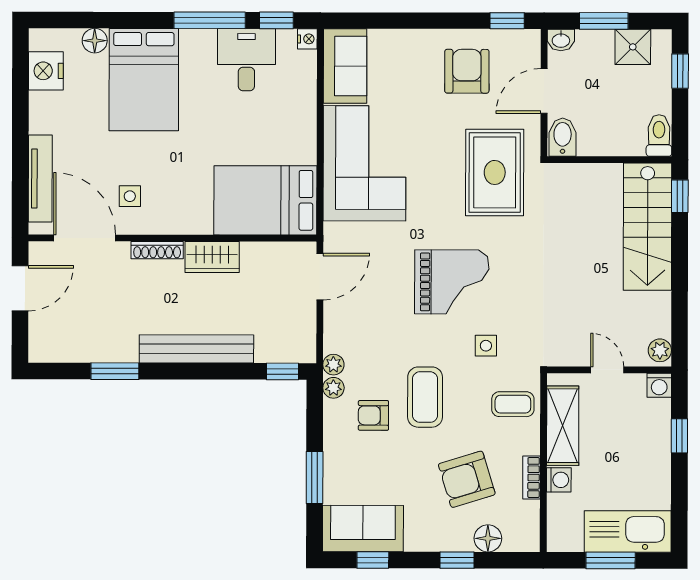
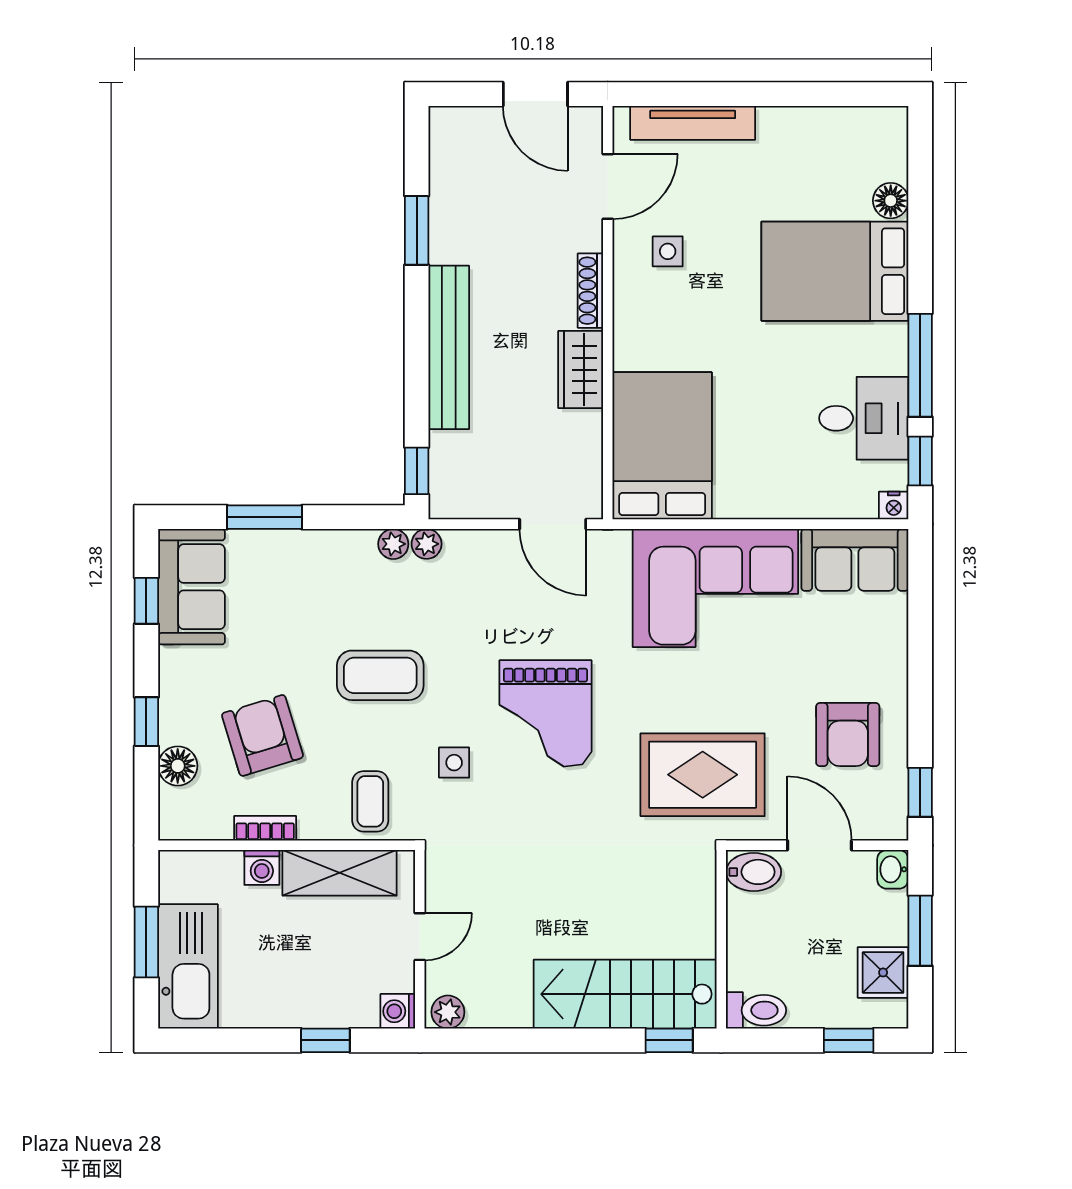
nightstand: (46, 71) -> (847, 131), removed
armchair: (467, 71) -> (848, 735), turned 90
door: (85, 238) -> (608, 187), width x0.73
armchair: (373, 415) -> (354, 601), removed

